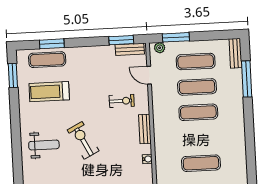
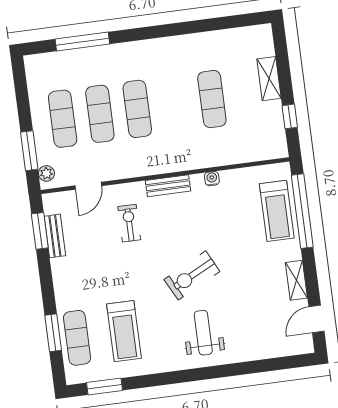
bench: (130, 49) -> (55, 236), moved
bench: (235, 53) -> (46, 61), removed

